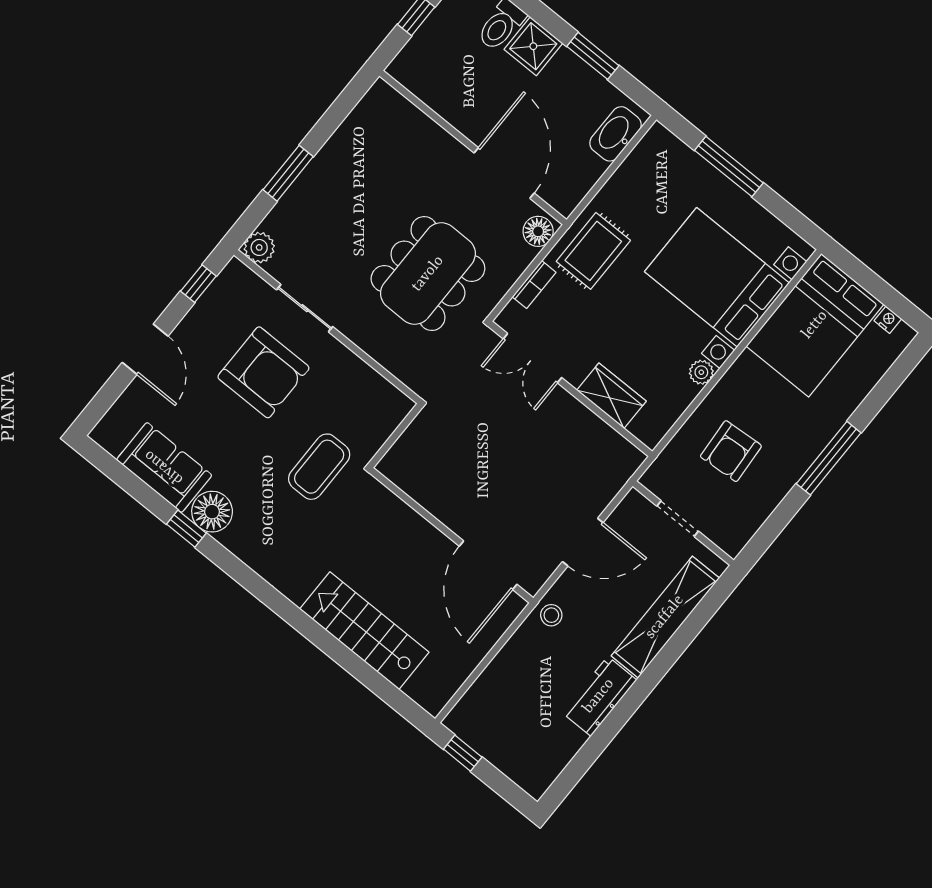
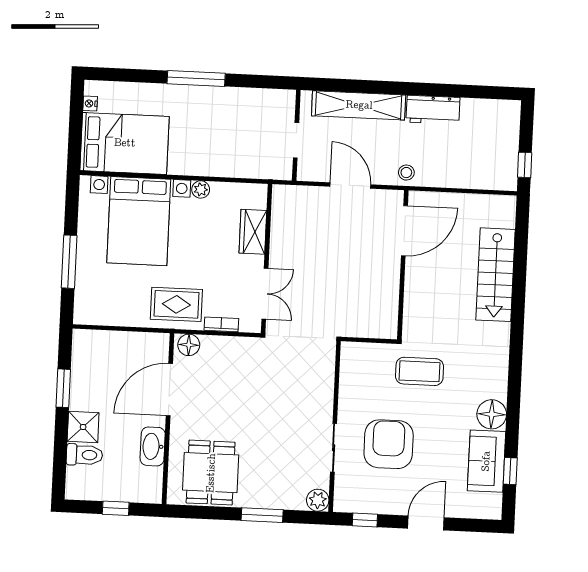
washbasin: (616, 134) -> (153, 446), moved, turned 90
dining table: (428, 274) -> (211, 473), moved, width x0.73
armchair: (731, 451) -> (234, 138), removed
window: (186, 529) -> (510, 471), moved

